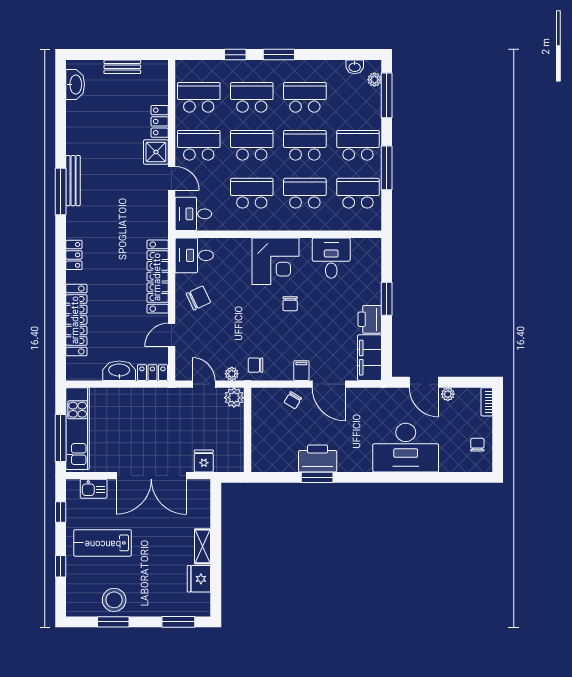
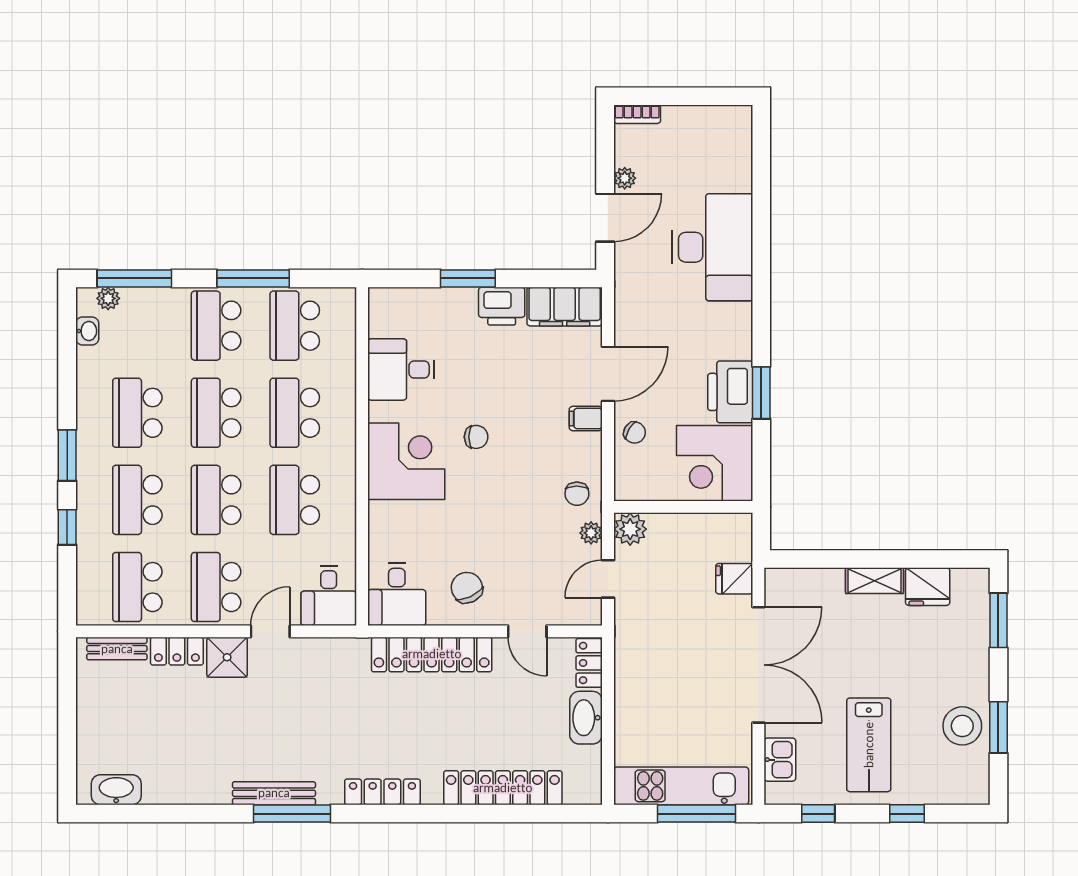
bench: (122, 67) -> (117, 649), moved, turned 90
locker: (74, 255) -> (382, 792), width x1.53
chair: (477, 445) -> (708, 130), removed
corner desk: (274, 449) -> (715, 463), added

